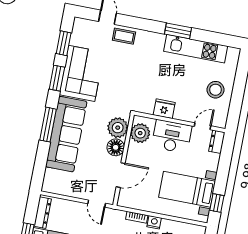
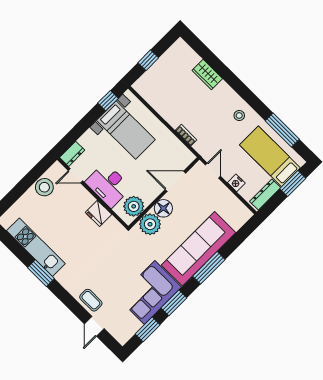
stool: (216, 90) -> (44, 187), moved
nightstand: (154, 222) -> (236, 183), moved

